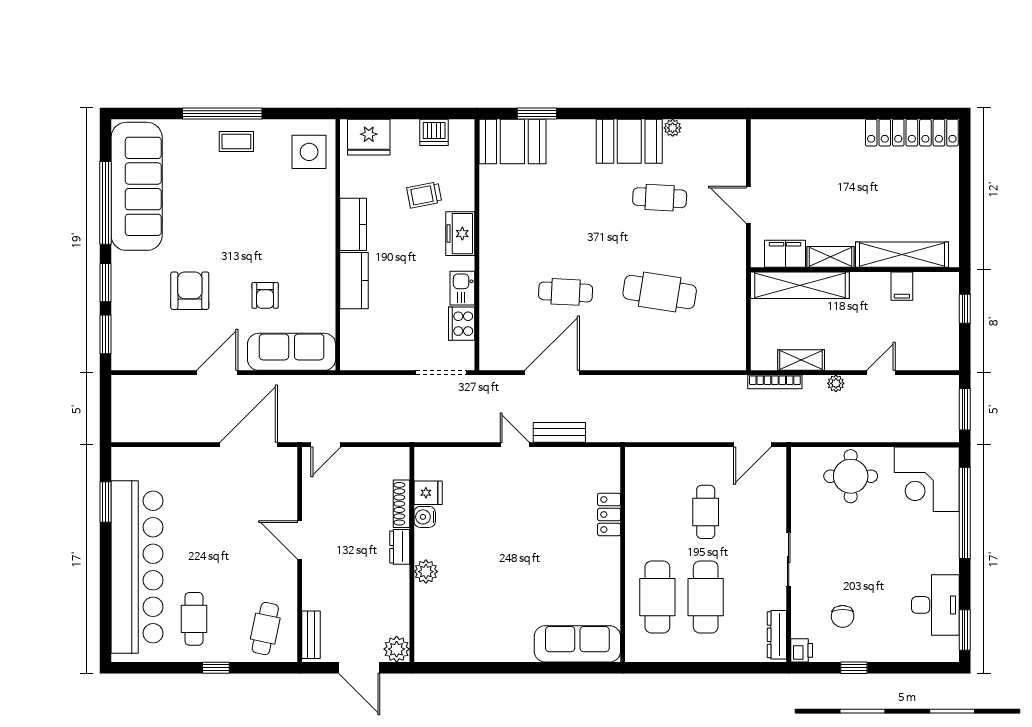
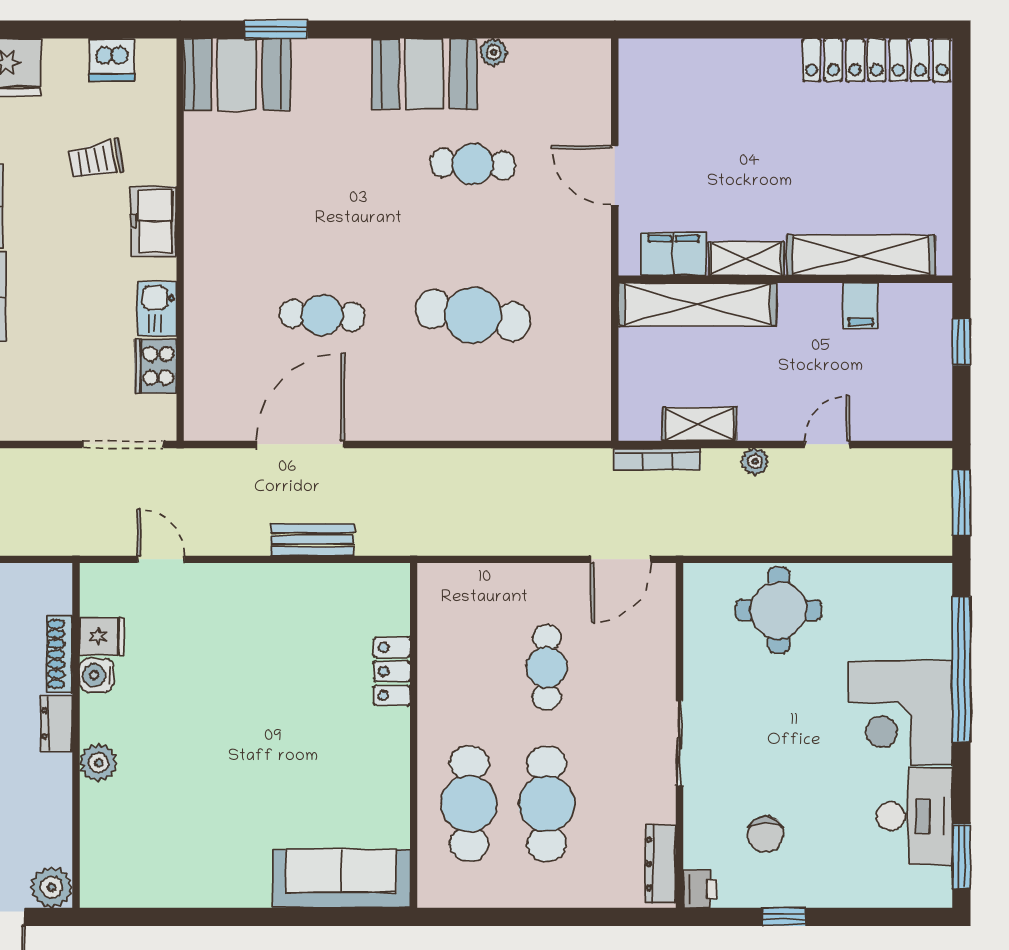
door: (515, 445) -> (161, 559), moved
corner desk: (927, 479) -> (901, 713), moved

